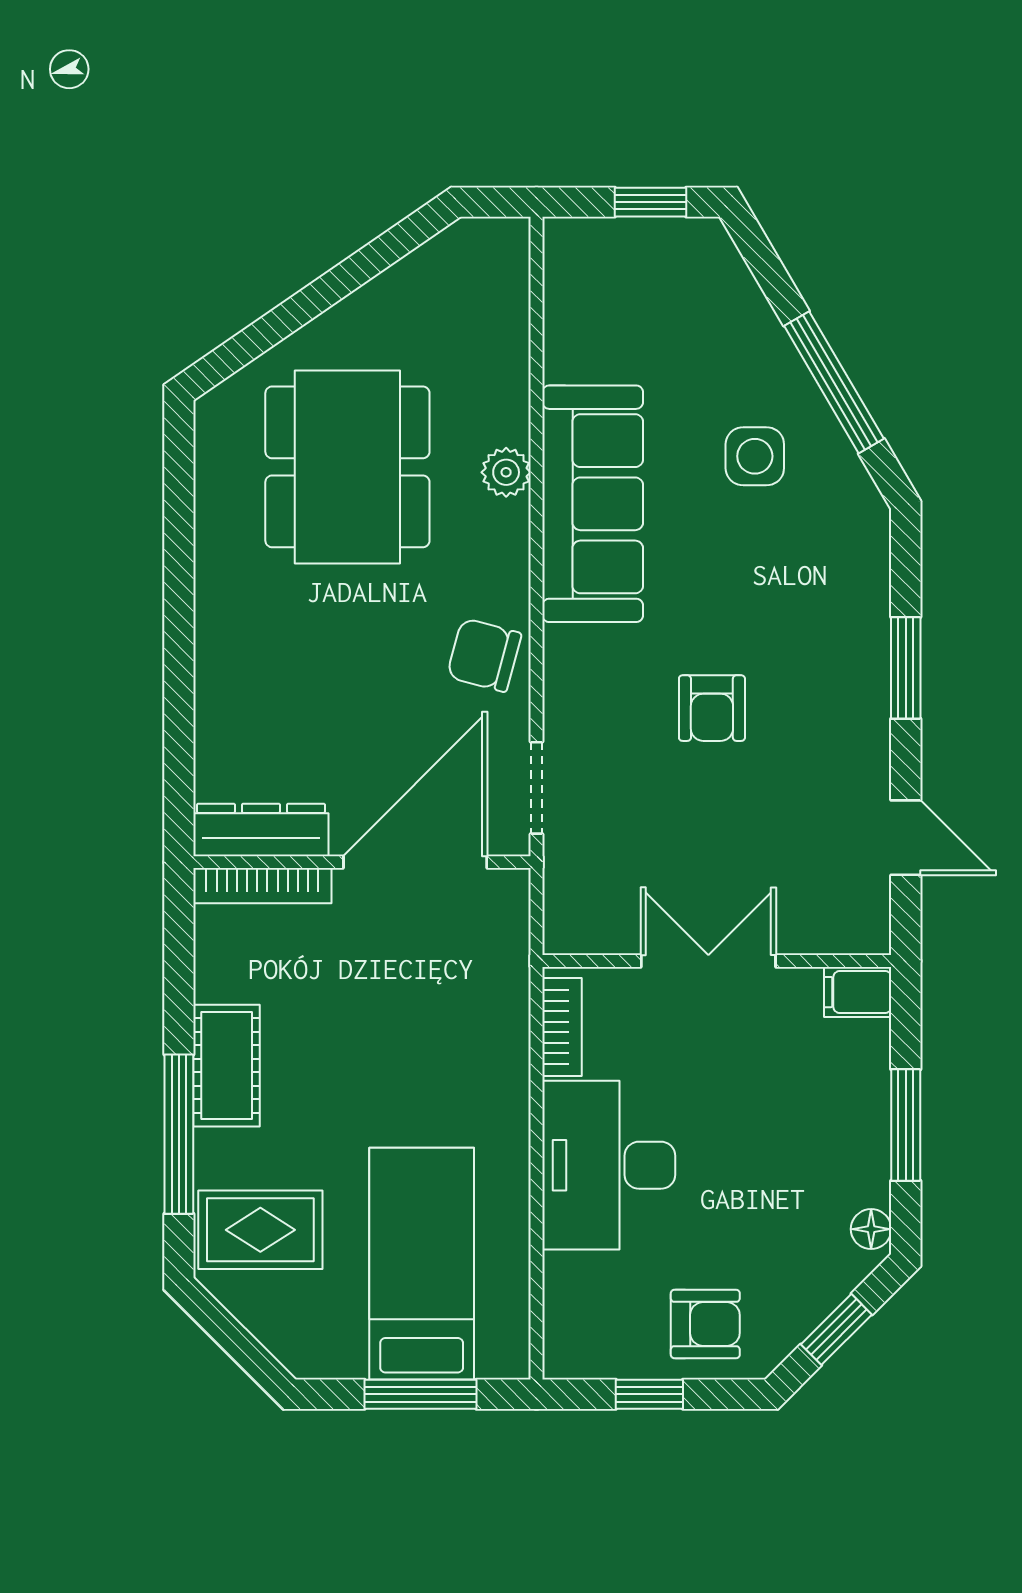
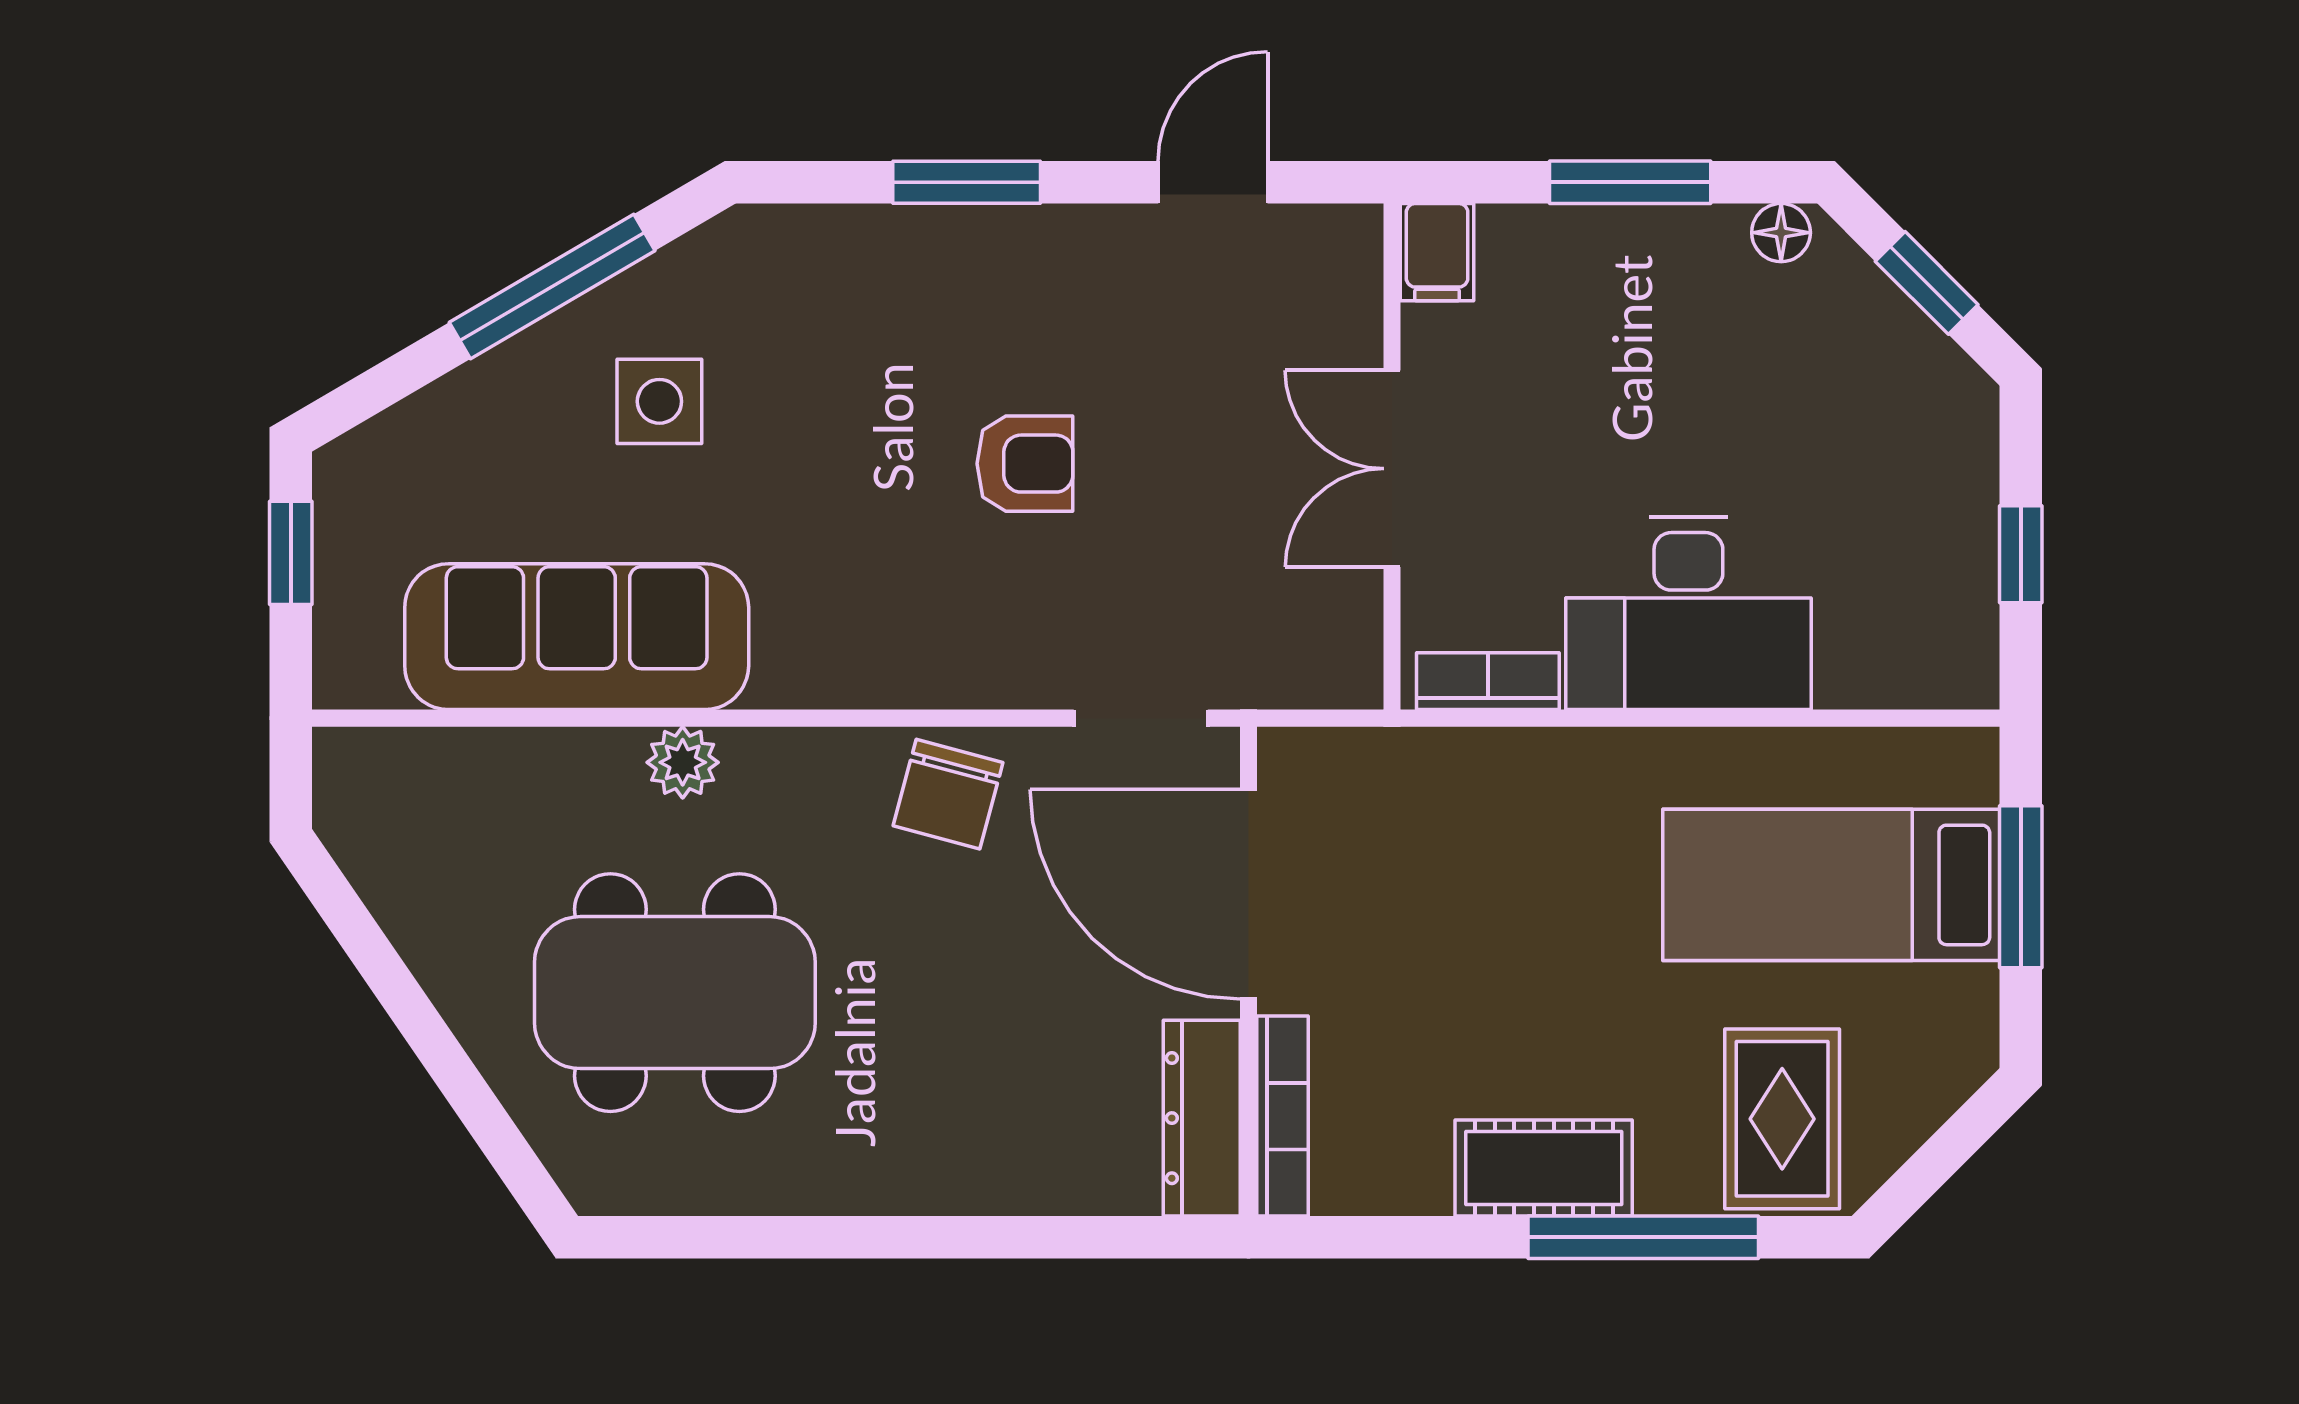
sofa: (593, 504) -> (577, 637), moved
armchair: (705, 1324) -> (1919, 473), removed

